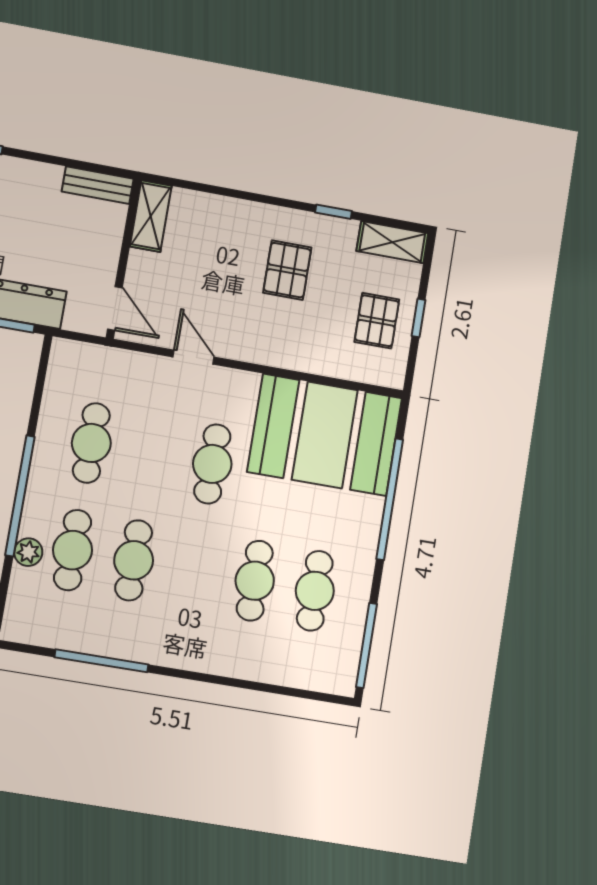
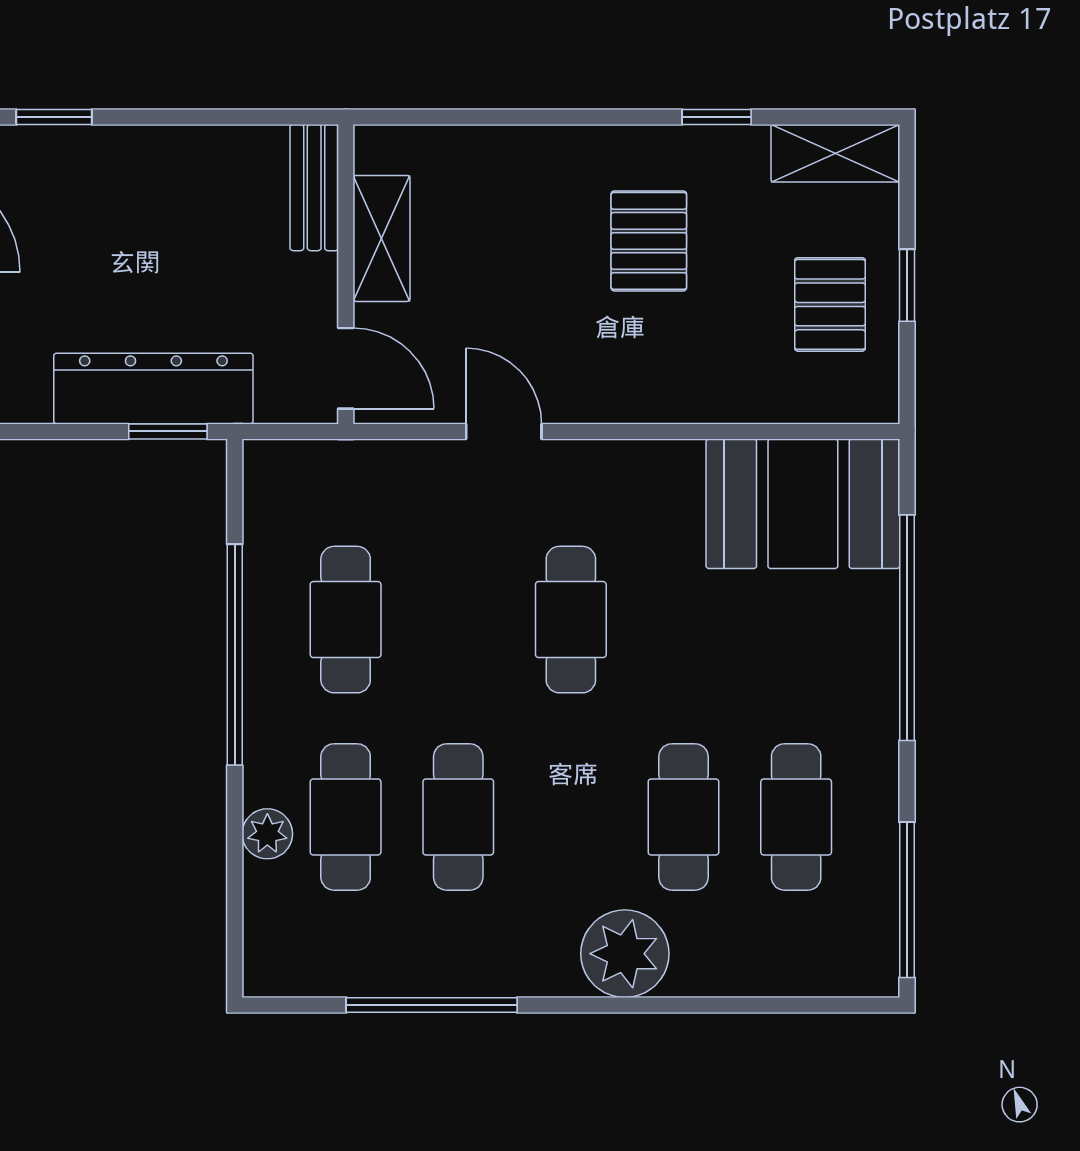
bench: (98, 185) -> (314, 188), moved, turned 90
shelving: (151, 216) -> (382, 238), moved
booth: (325, 435) -> (803, 504), width x0.73, depth x0.70
window: (20, 496) -> (235, 655), moved
plant: (211, 650) -> (625, 954), added

